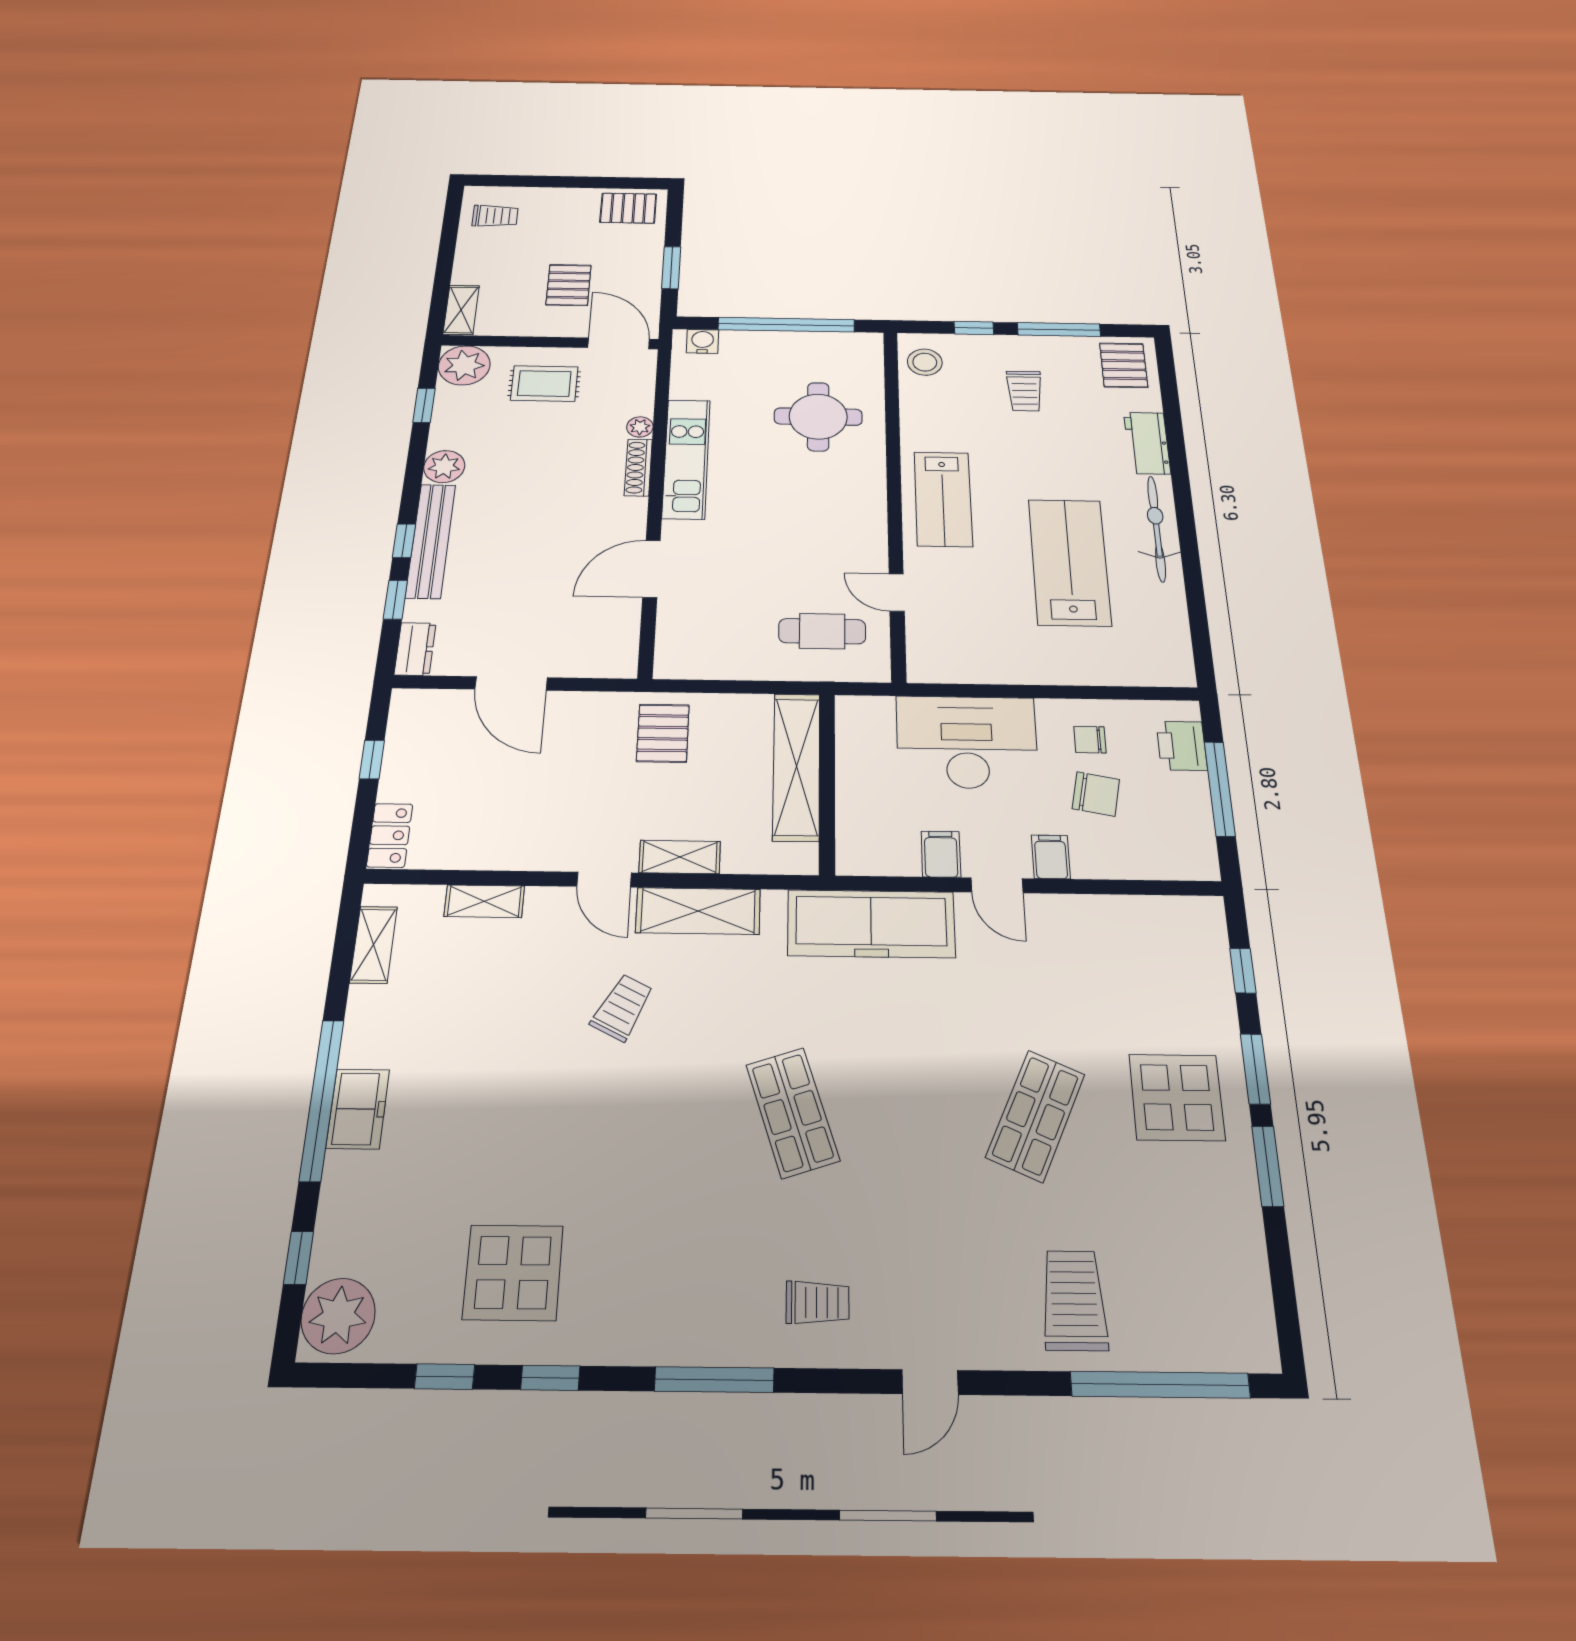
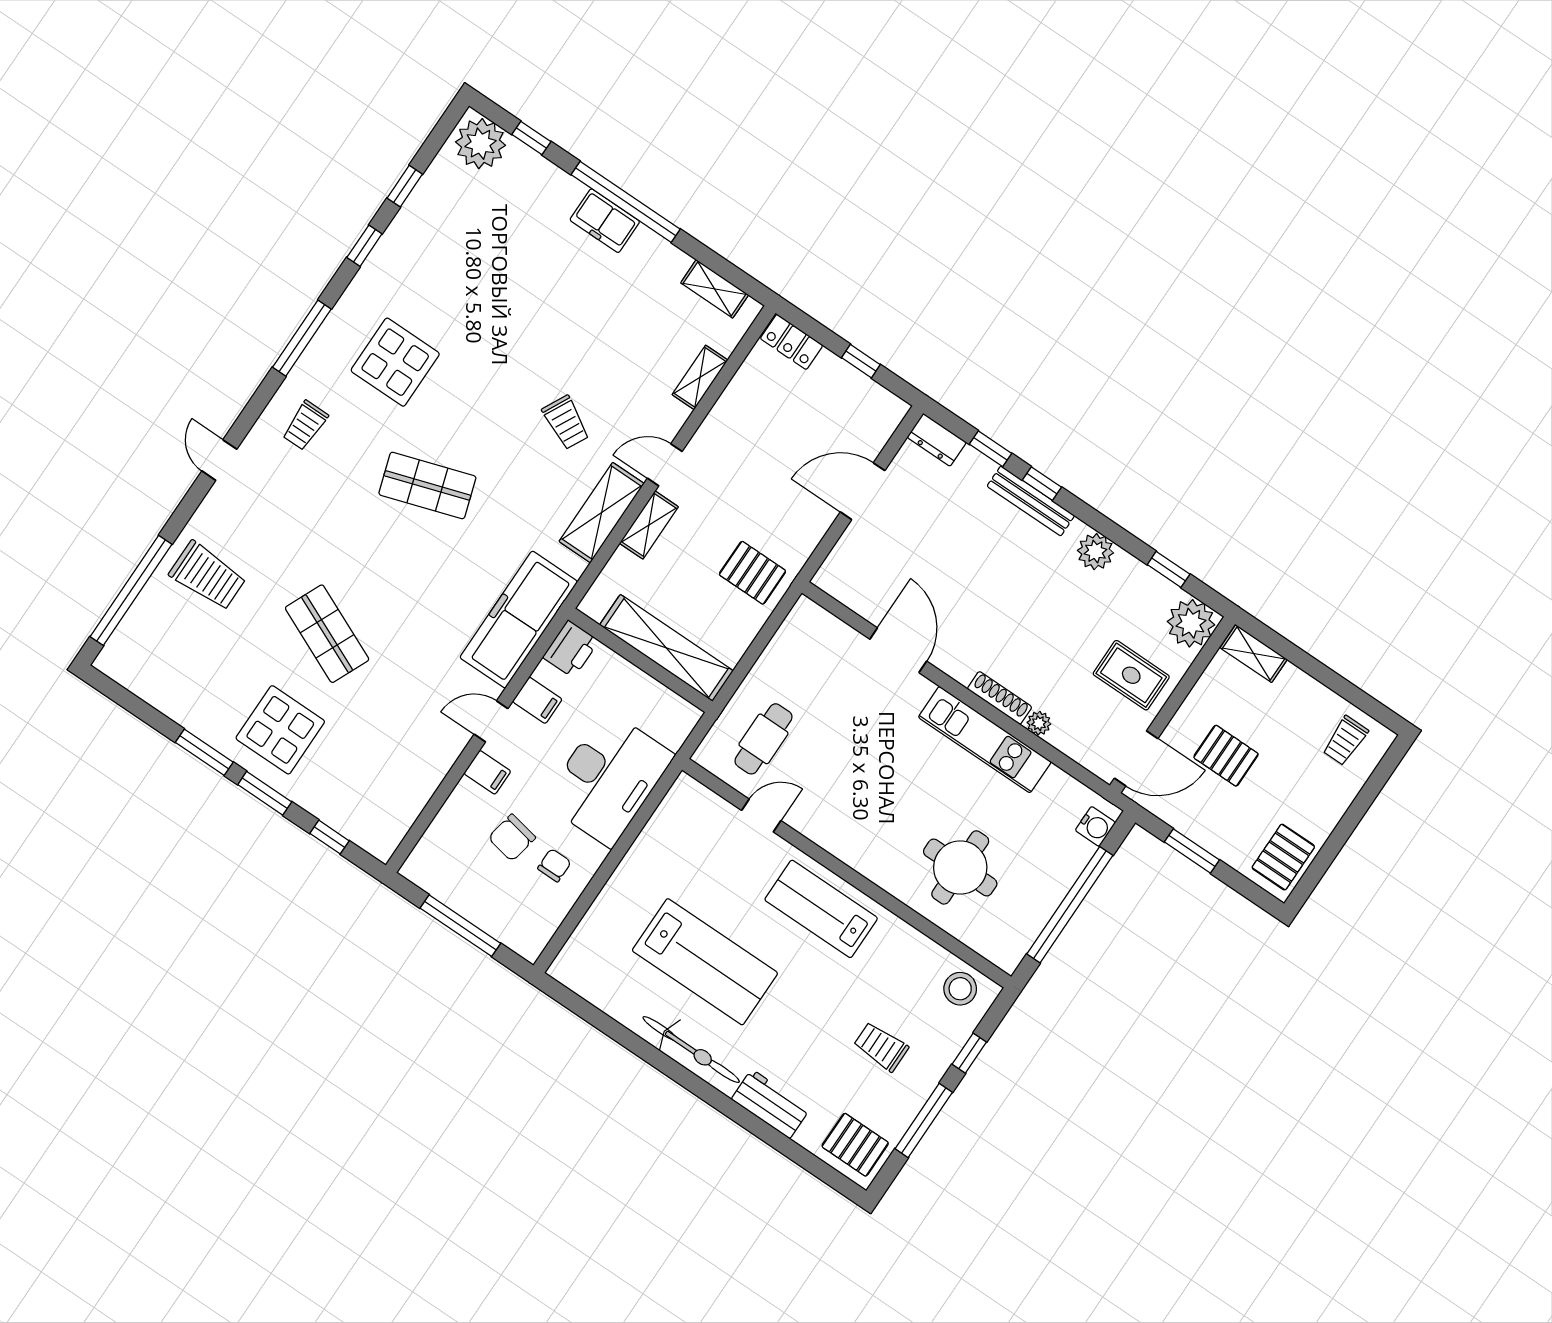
rug: (544, 384) -> (1131, 675), turned 90
bench: (431, 541) -> (1031, 501), width x0.73, depth x0.82
printer: (1182, 746) -> (571, 649), moved, turned 90
display table: (513, 1272) -> (395, 362), moved

